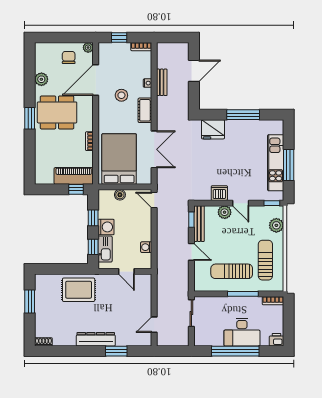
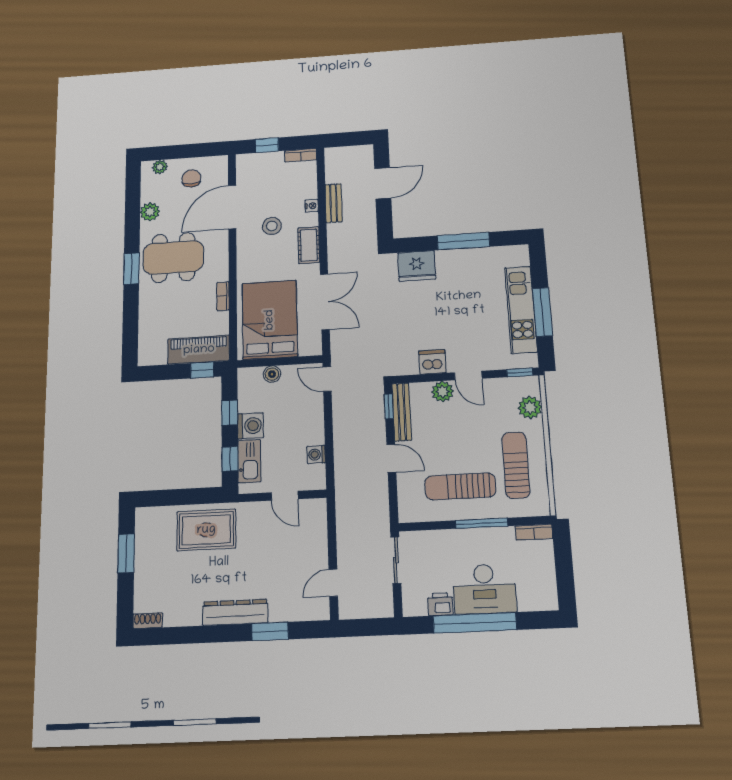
plant: (88, 48) -> (160, 167), moved
printer: (276, 340) -> (440, 604), moved

